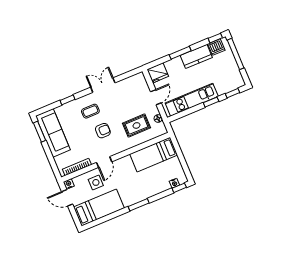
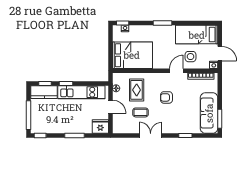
dishwasher: (216, 47) -> (42, 128), removed
kitchen counter: (196, 56) -> (44, 92), moved, turned 180
double door: (103, 85) -> (151, 136), swing flipped
door: (156, 97) -> (110, 107), swing flipped
coffee table: (90, 111) -> (141, 112), moved
rug: (137, 125) -> (137, 90), turned 90
bed: (154, 155) -> (132, 55), width x1.50

